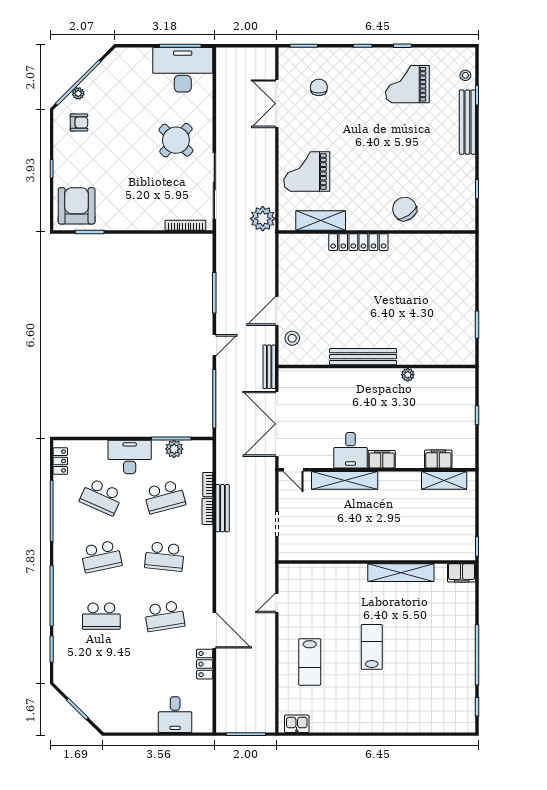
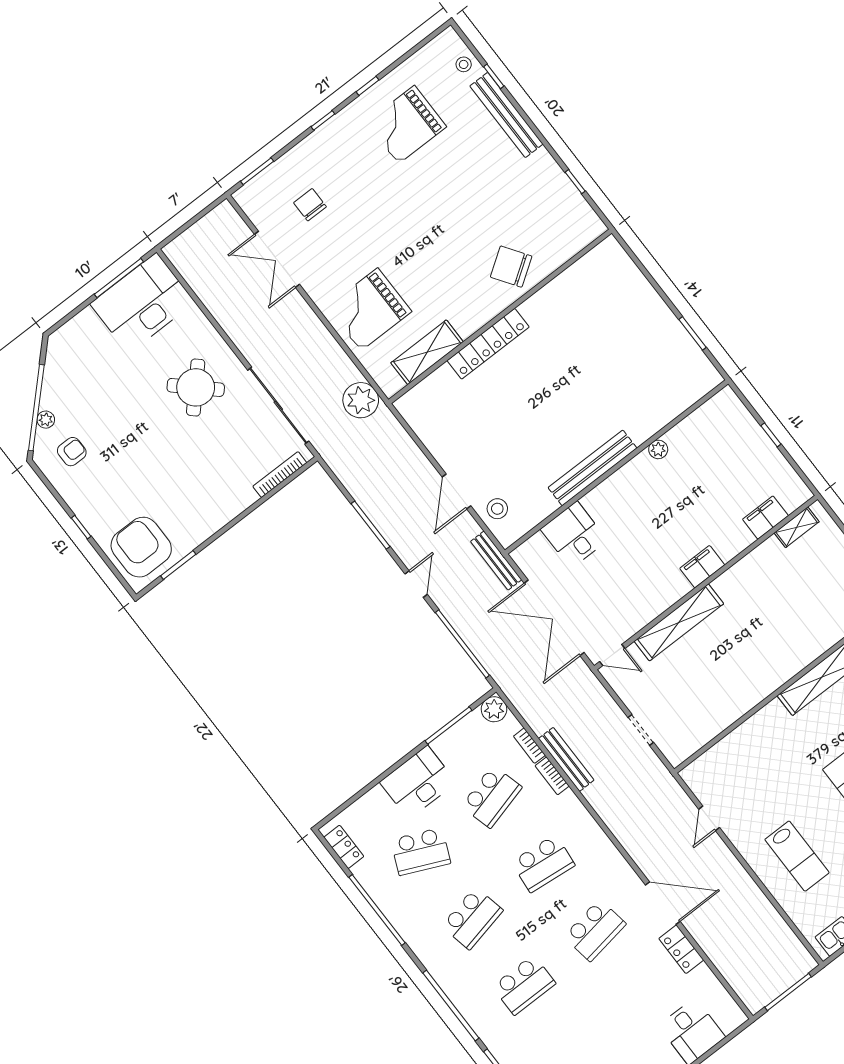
plant: (174, 449) -> (494, 709), moved
desk: (350, 450) -> (574, 535), moved, turned 180
shelving: (444, 480) -> (797, 527), width x0.67, depth x0.75

